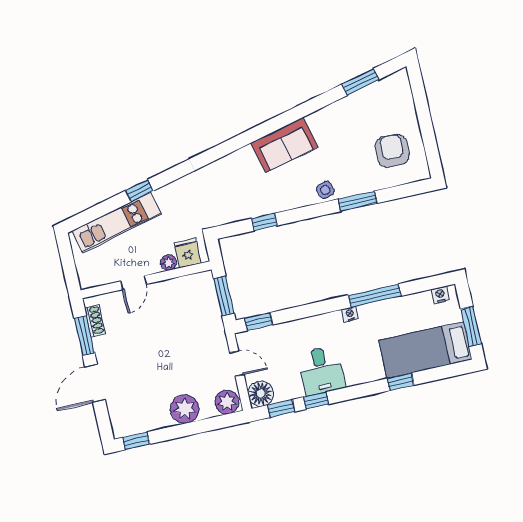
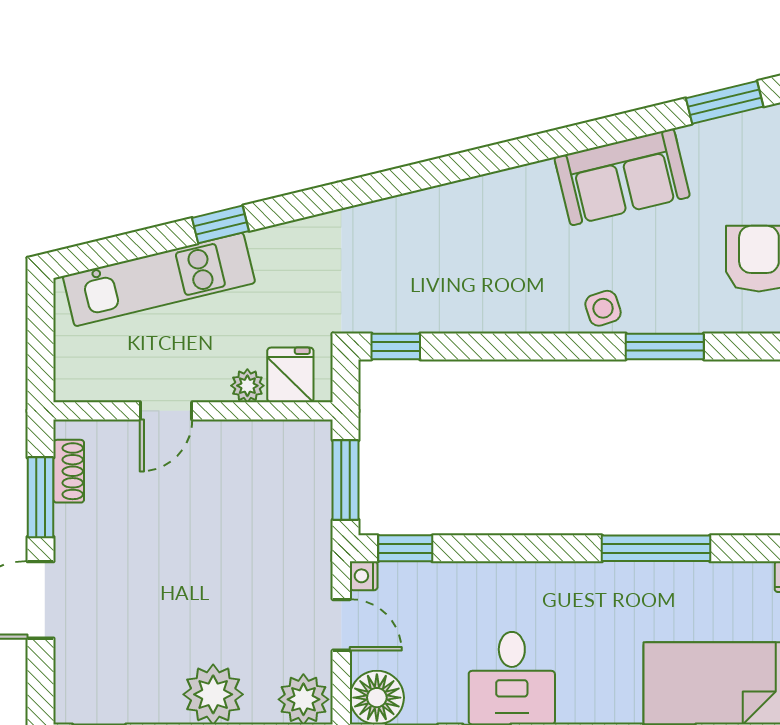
sofa: (284, 145) -> (622, 177), moved
window: (264, 222) -> (396, 346), moved
nightstand: (350, 314) -> (364, 576), moved, turned -90

